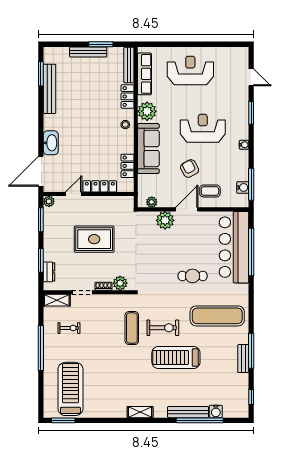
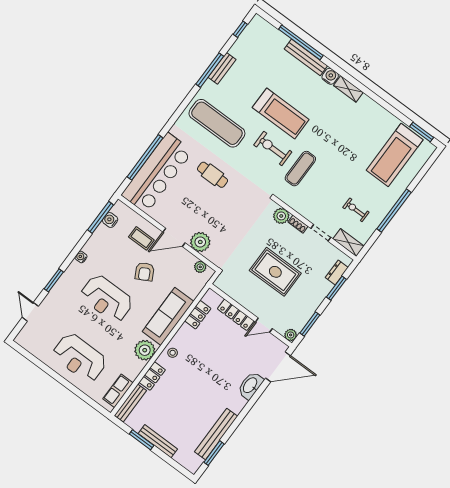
row of seats: (144, 74) -> (118, 391), width x0.68
water cooler: (216, 411) -> (330, 76), moved

